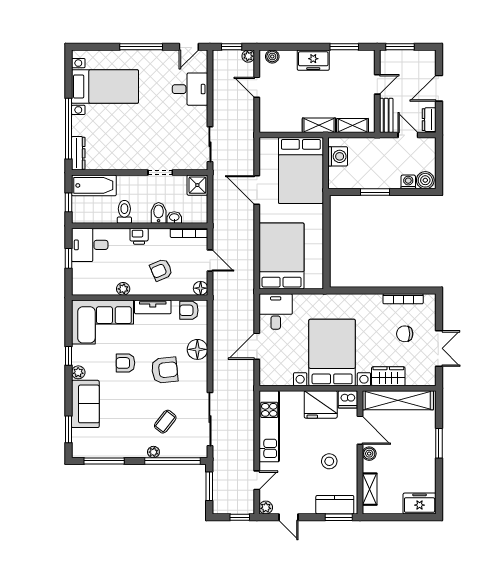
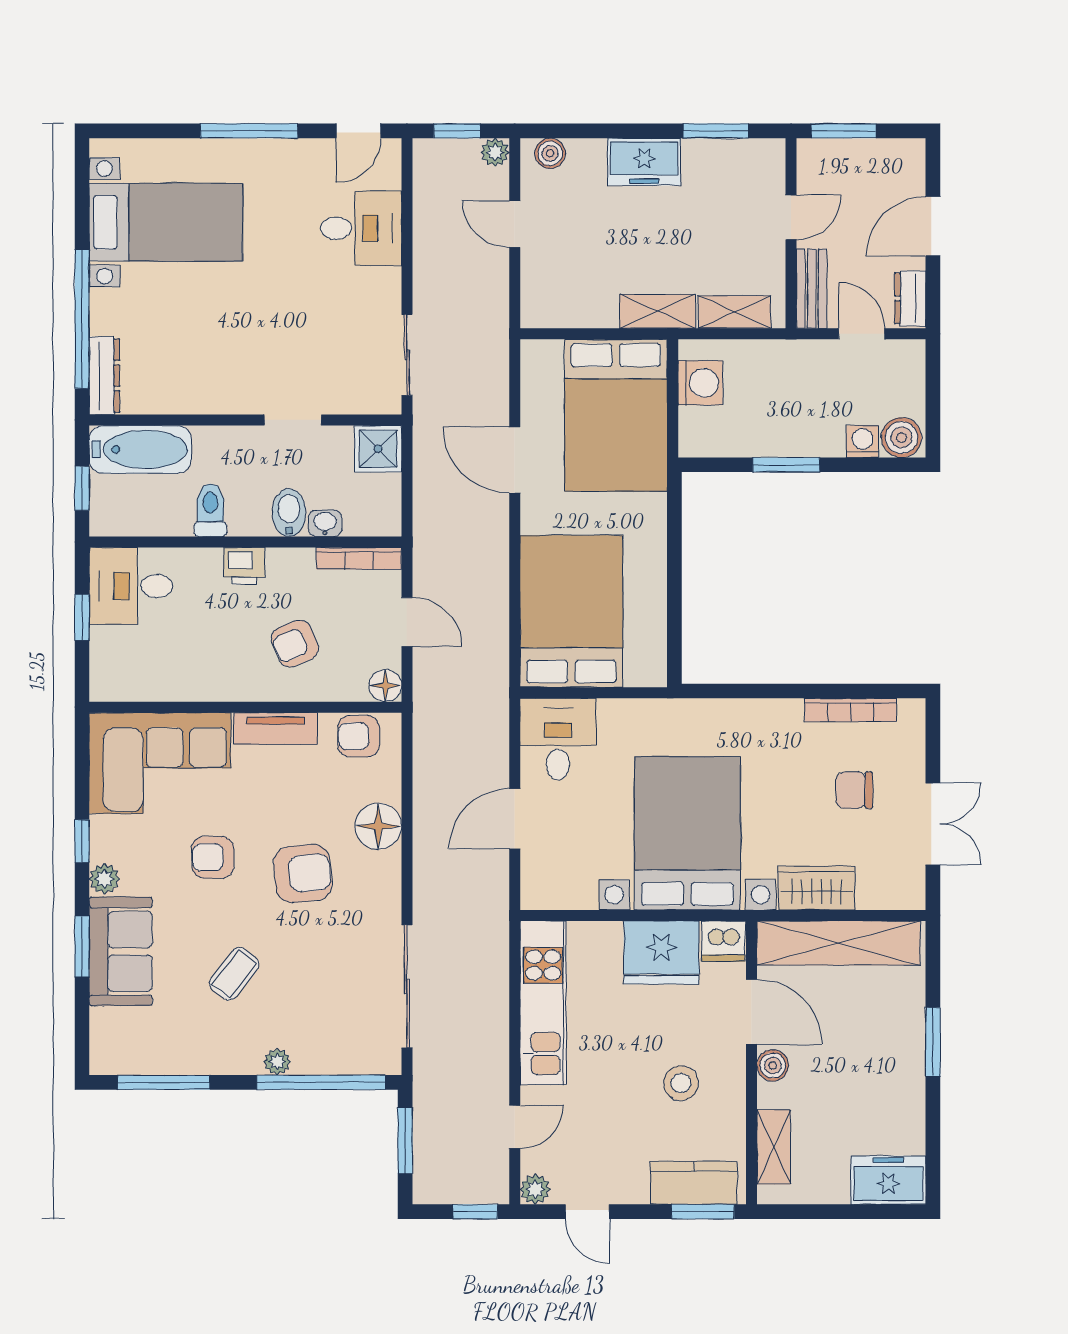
plant: (123, 289) -> (208, 687), removed
coffee table: (165, 422) -> (234, 974), moved
window: (68, 429) -> (82, 946), moved

